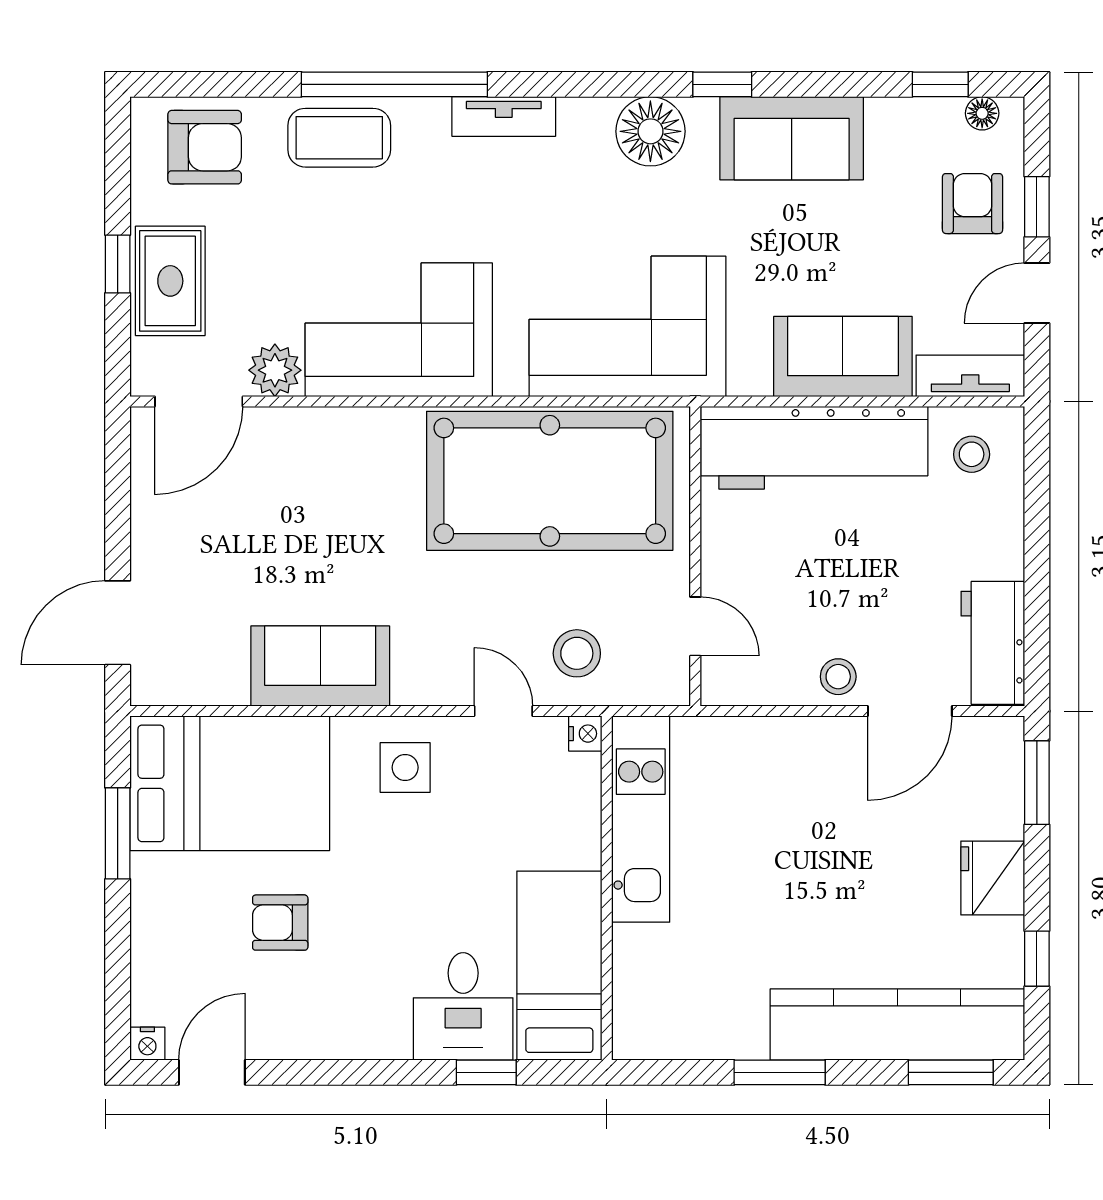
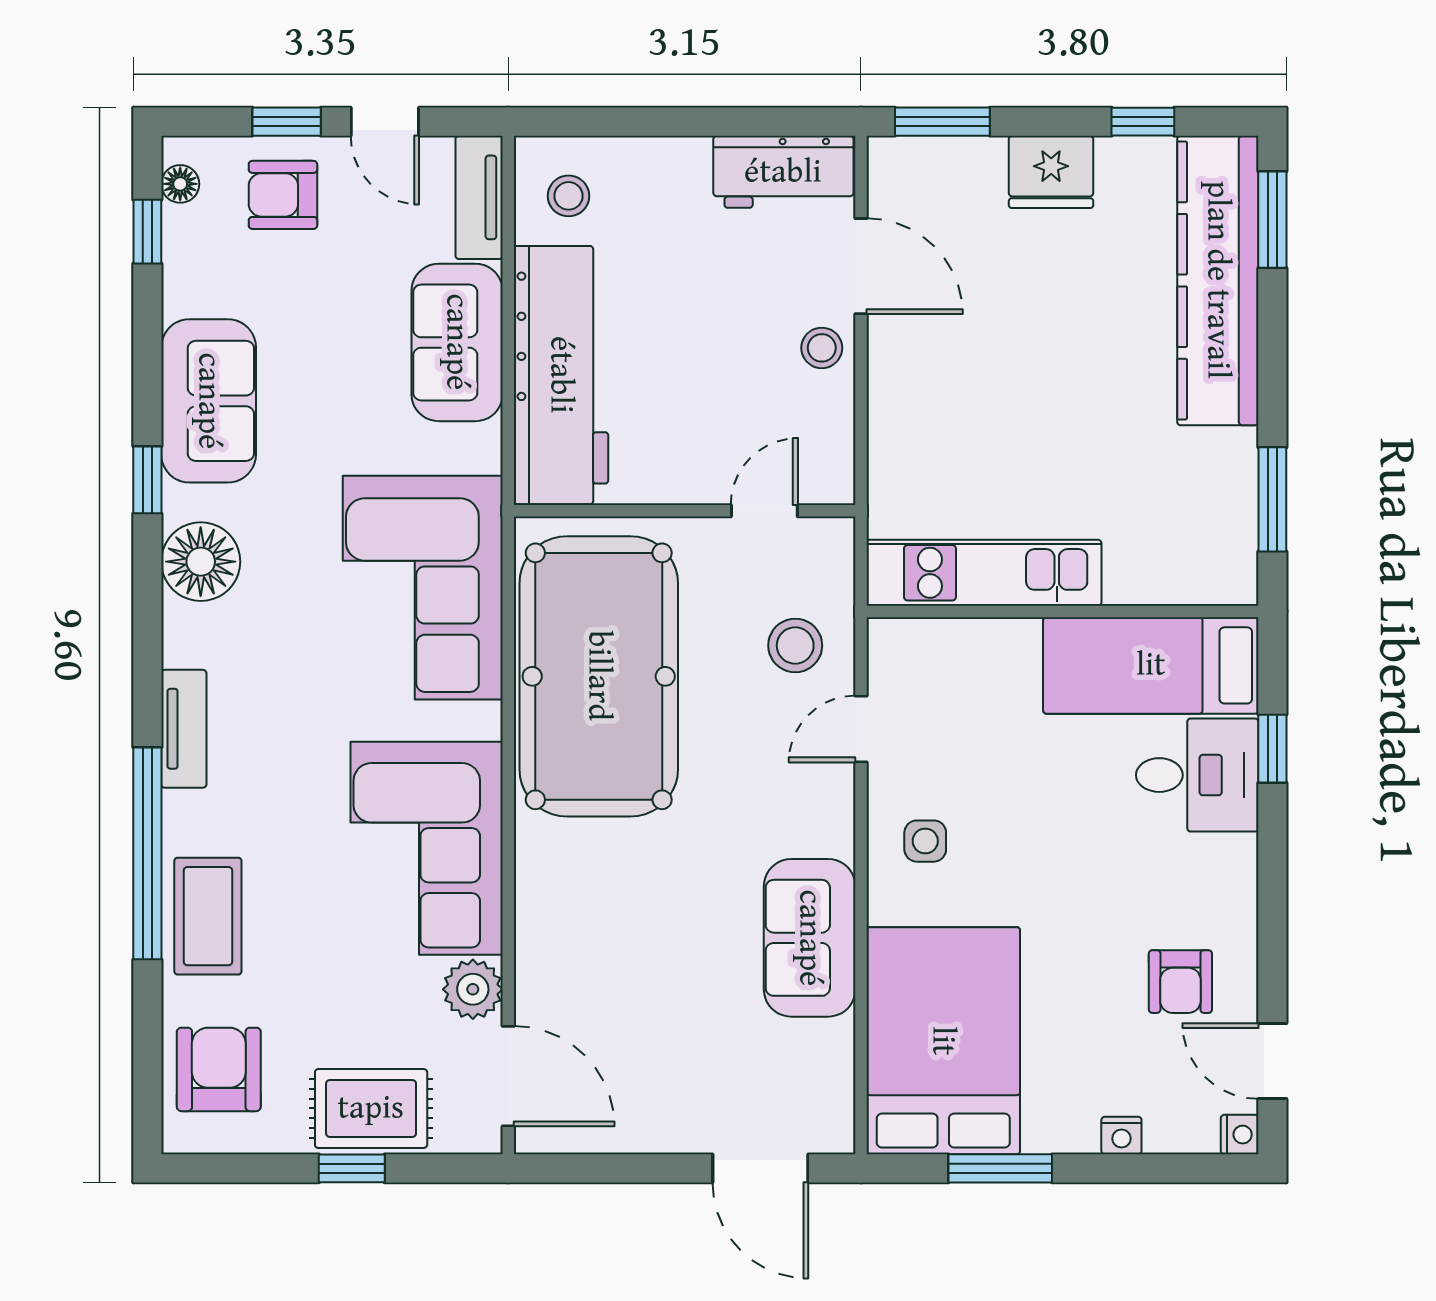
nightstand: (585, 734) -> (1121, 1136), moved, turned 180
side table: (405, 767) -> (925, 841), width x0.73, depth x0.73
armchair: (280, 923) -> (1180, 982), moved
window: (780, 1072) -> (1272, 499), moved

